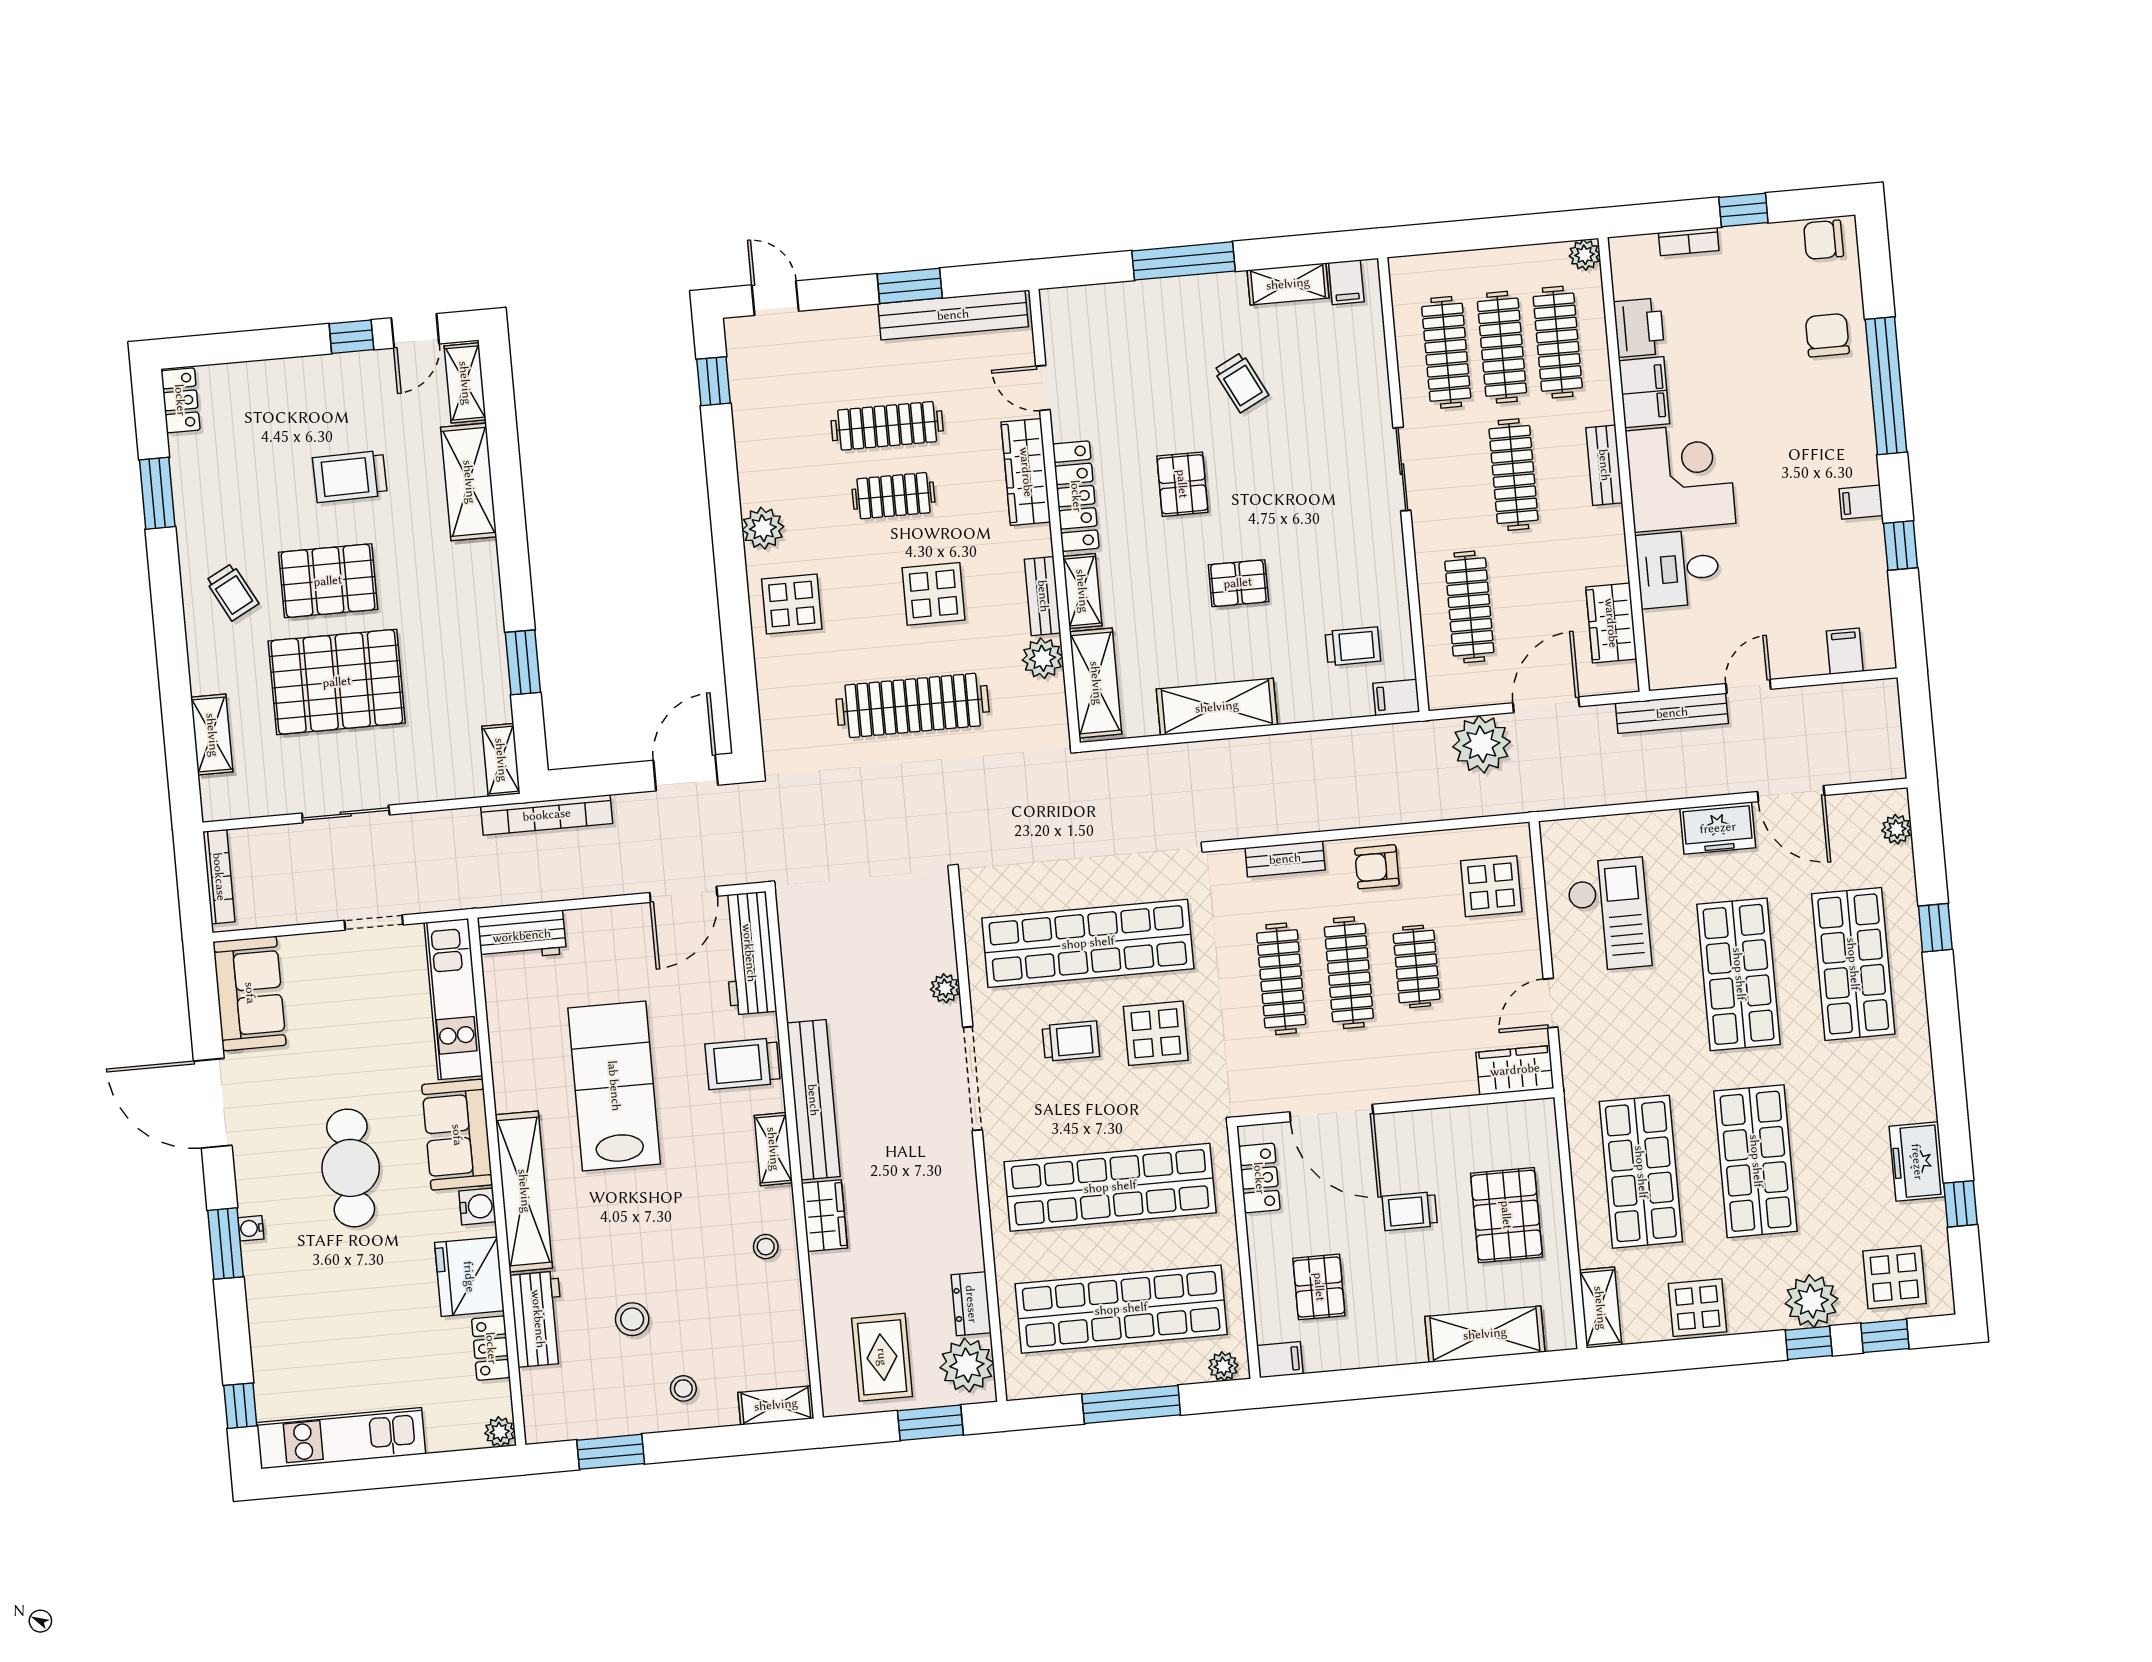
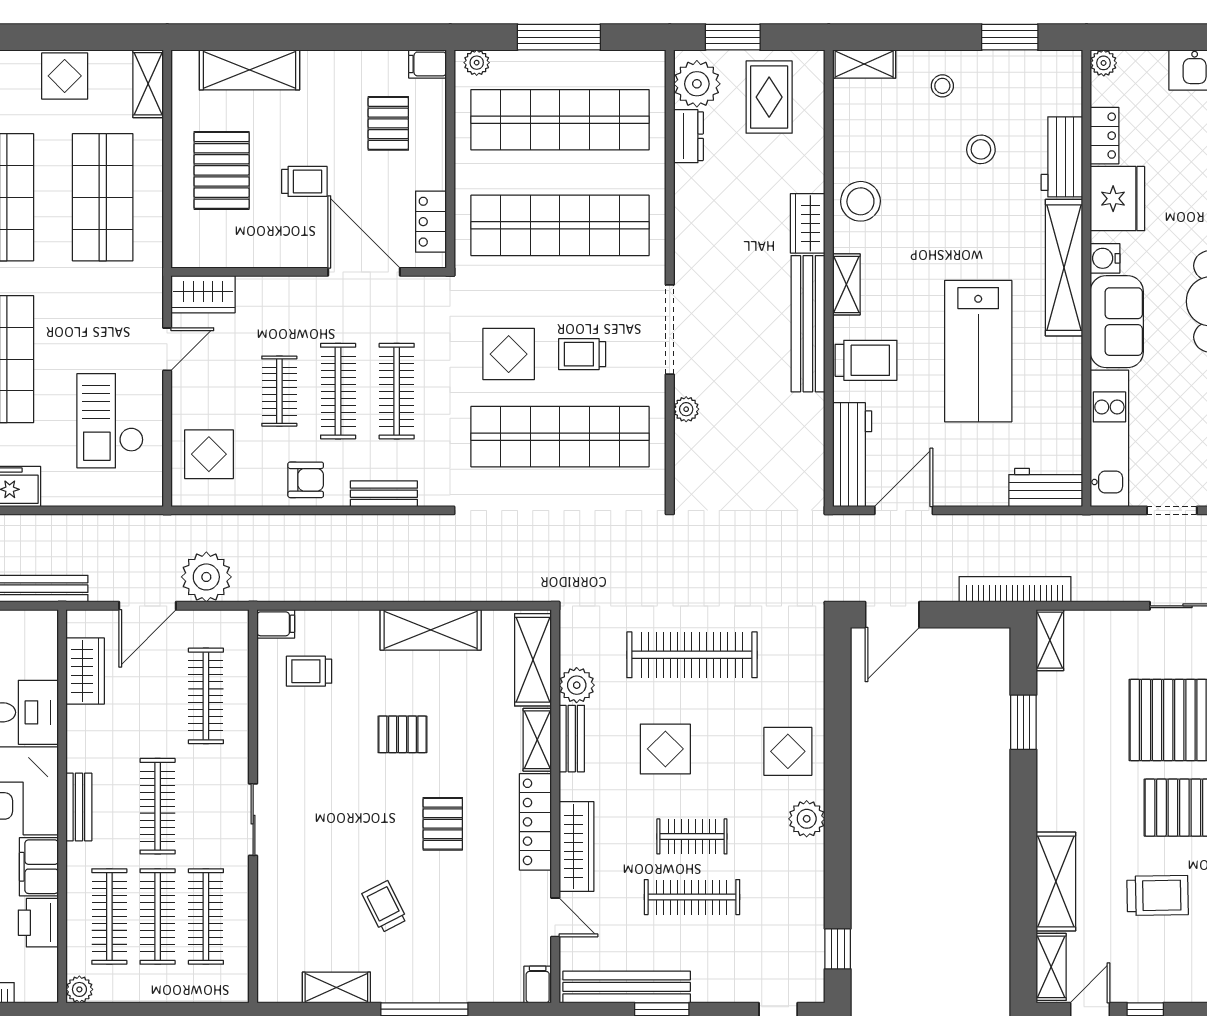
filing cabinet: (1346, 282) -> (538, 984), moved
stool: (766, 1247) -> (860, 201), width x1.89, depth x1.89

